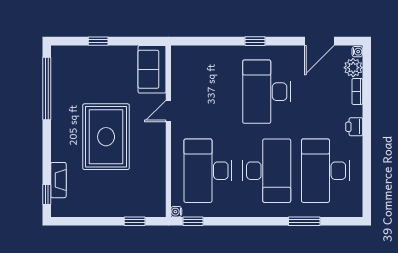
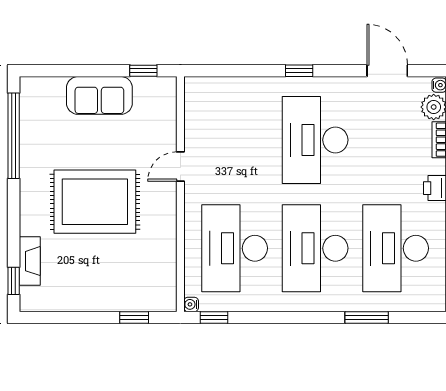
window: (98, 41) -> (143, 71), moved
door: (319, 41) -> (387, 71), swing flipped
sofa: (152, 69) -> (99, 95), moved, turned -90
rug: (106, 137) -> (95, 202), turned 90
desk: (267, 171) -> (315, 248), turned 180

